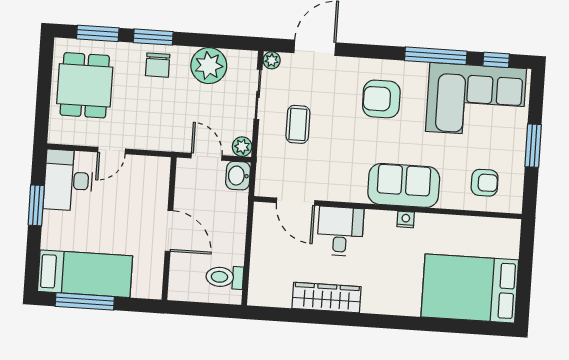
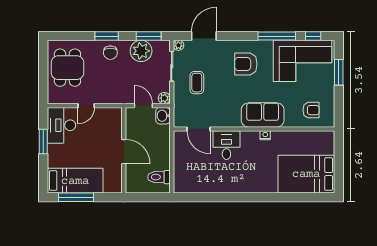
window: (98, 33) -> (149, 36), moved
window: (533, 146) -> (339, 72), moved
wardrobe: (327, 298) -> (221, 185), removed

